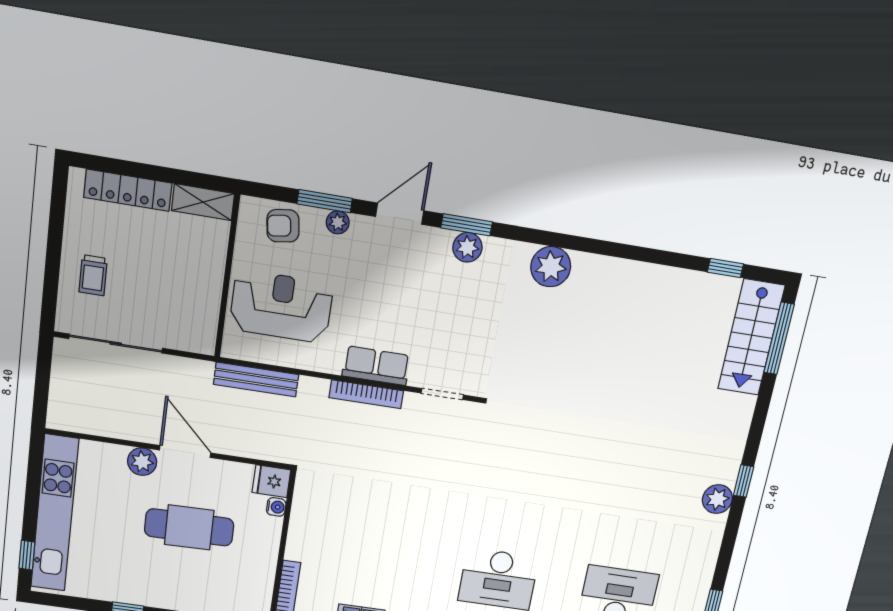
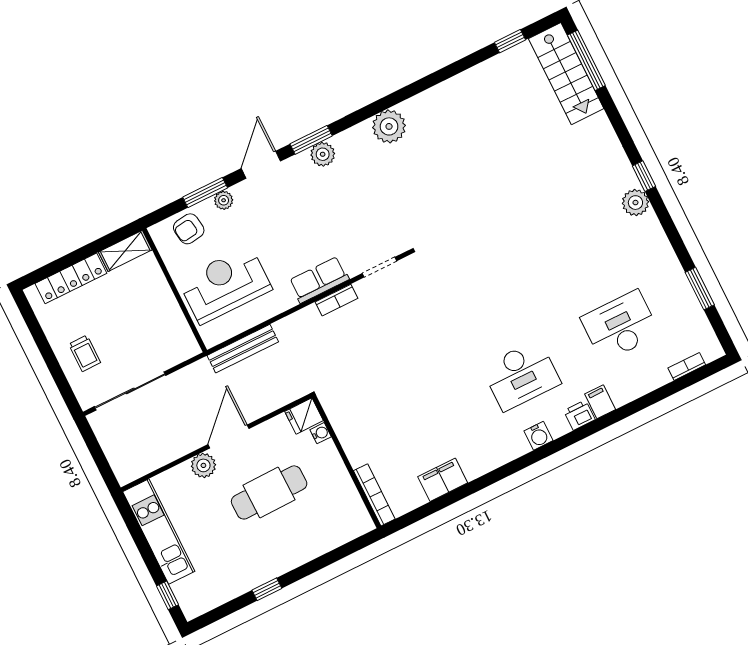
bookcase: (366, 394) -> (337, 300), width x0.64
door: (185, 451) -> (228, 437), hinge flipped
kitchen unit: (55, 513) -> (159, 532), width x0.73

